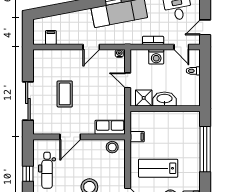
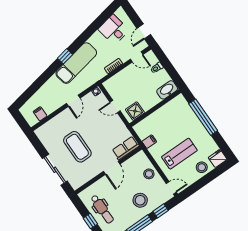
washing machine: (156, 57) -> (124, 76), removed
coffee table: (65, 94) -> (77, 147), width x1.36, depth x1.32
washbasin: (164, 99) -> (167, 90), moved
door: (70, 137) -> (112, 168), moved
stool: (112, 147) -> (149, 174), moved
lab bench: (158, 168) -> (179, 154), turned 180

